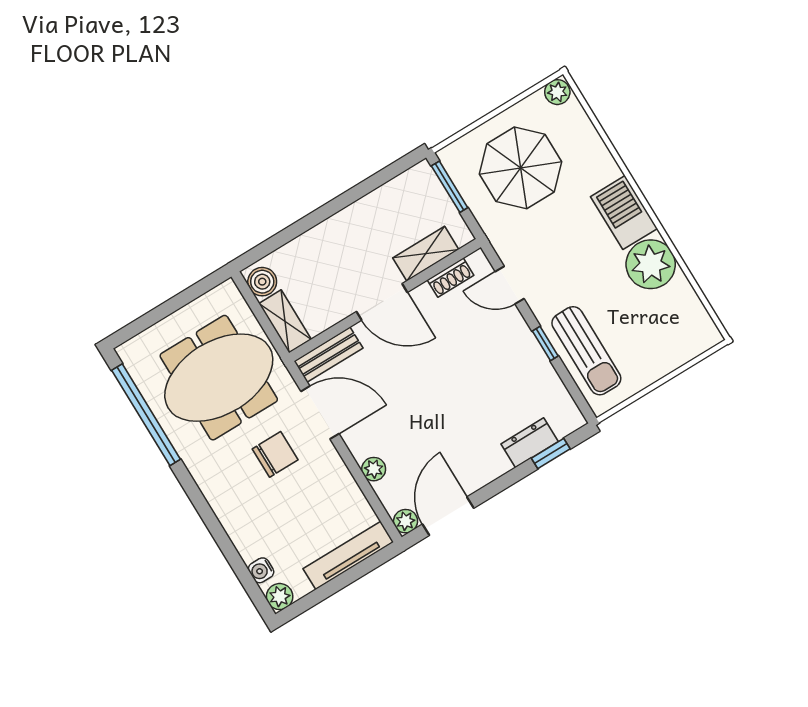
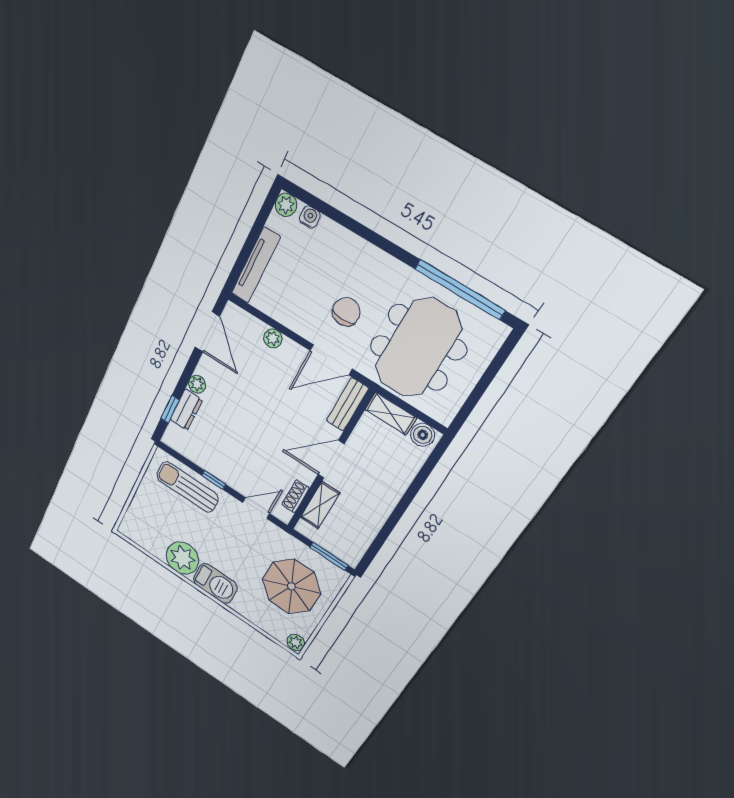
chair: (275, 454) -> (346, 312), turned 180
plant: (406, 521) -> (197, 384), moved

